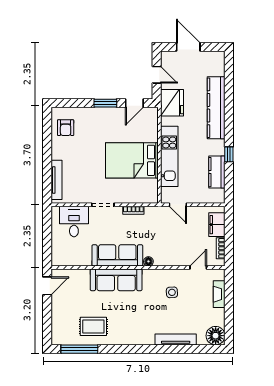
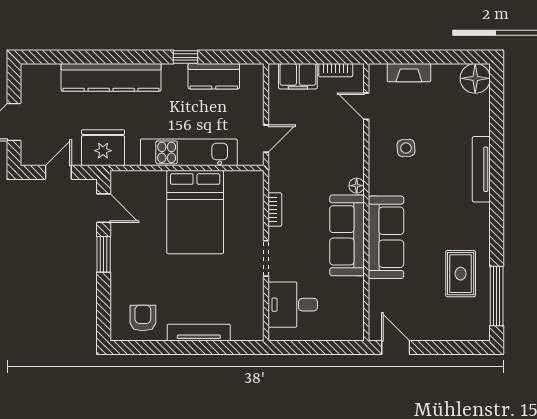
armchair: (66, 128) -> (143, 318), turned -90
tv unit: (56, 180) -> (199, 333), moved
tv unit: (176, 339) -> (481, 169), moved

